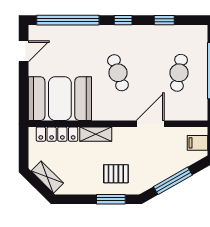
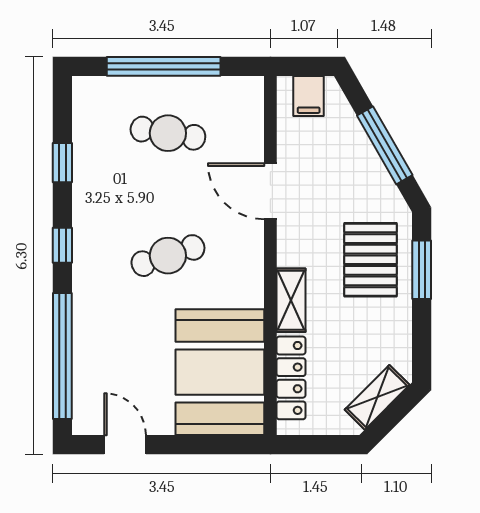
pallet: (116, 174) -> (370, 260), width x1.50, depth x1.42

